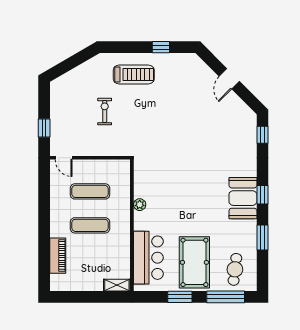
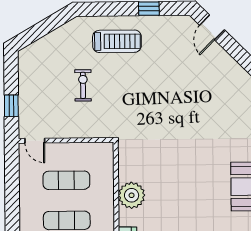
door: (229, 79) -> (212, 27), moved
plant: (140, 205) -> (132, 195), width x1.87, depth x1.87

